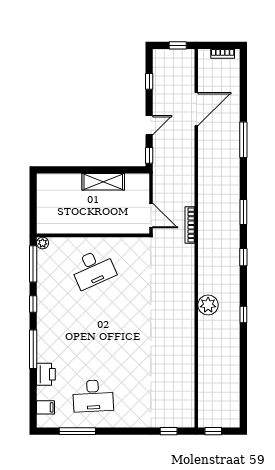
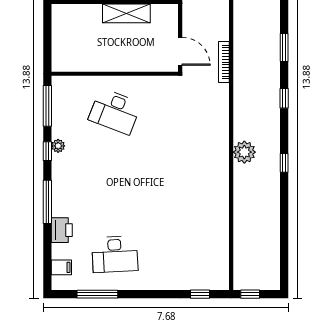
plant: (43, 243) -> (58, 146), moved
desk: (93, 269) -> (115, 111), turned 45

